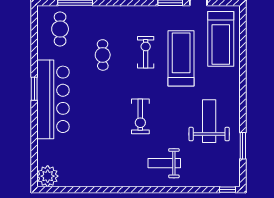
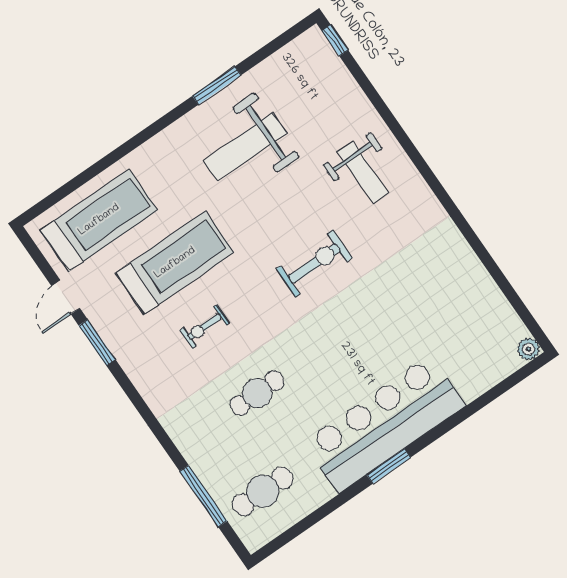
exercise bike: (146, 52) -> (205, 327), width x0.73, depth x0.72
treadmill: (181, 58) -> (175, 263), turned 180
window: (243, 146) -> (217, 86), moved
plant: (48, 176) -> (528, 349), width x0.53, depth x0.53

